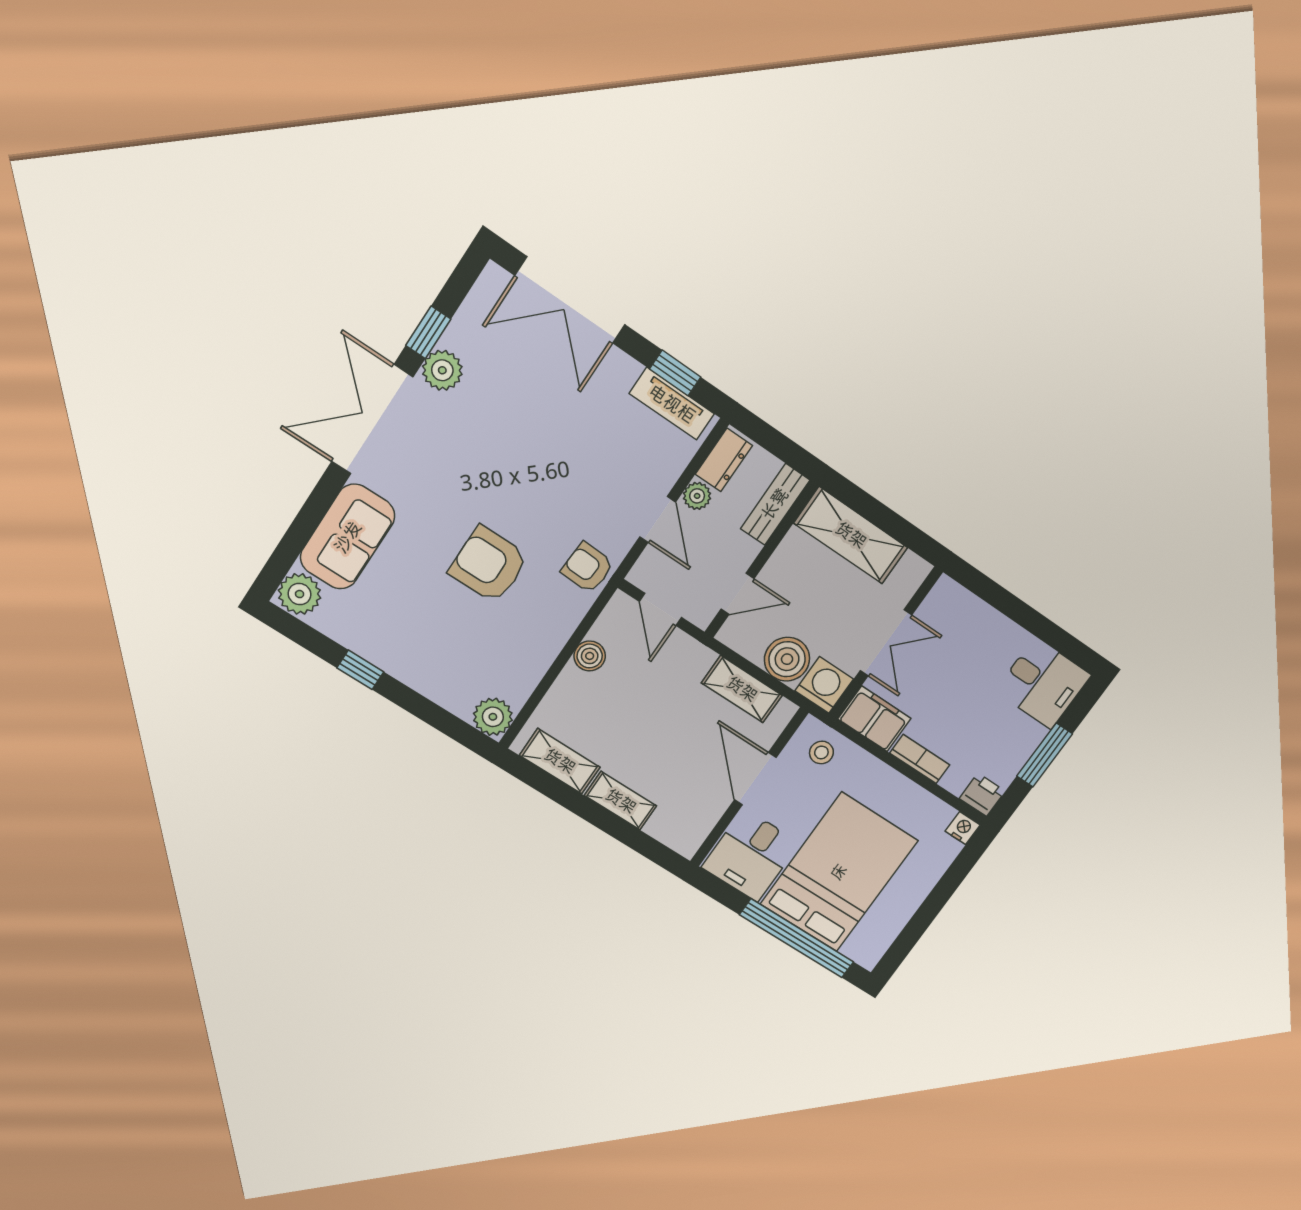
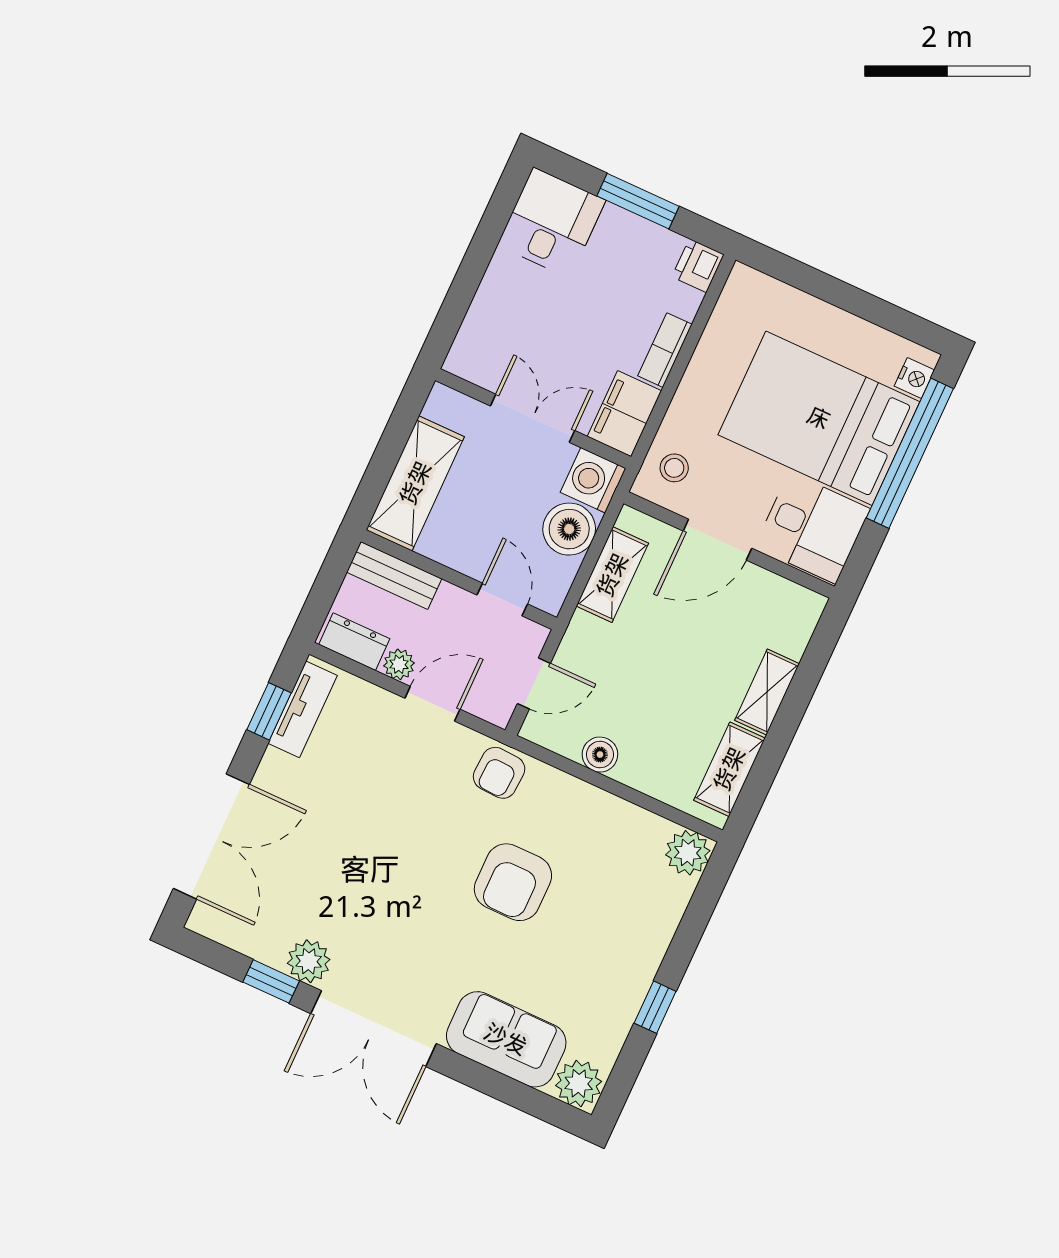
nightstand: (963, 828) -> (914, 378), moved, turned 180

